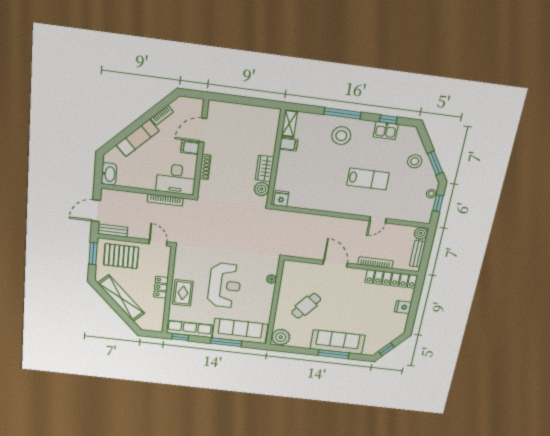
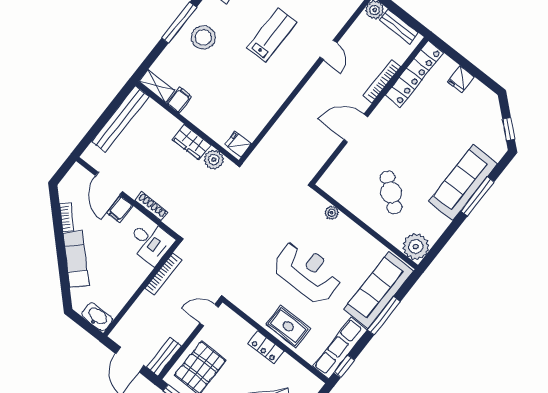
bench: (252, 112) -> (120, 119), added
desk: (176, 179) -> (150, 242), width x0.73

